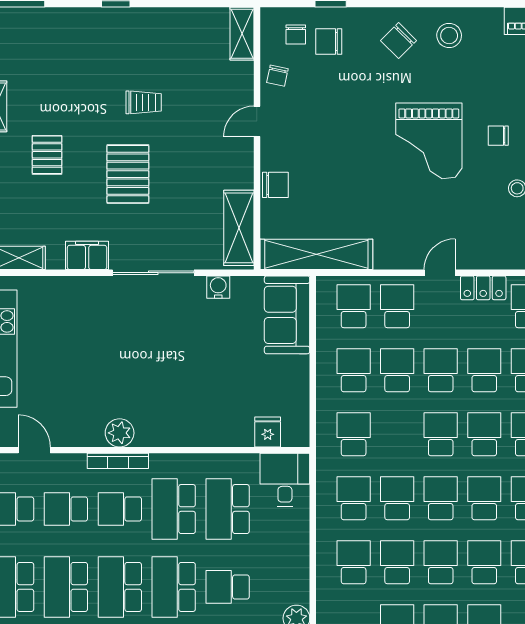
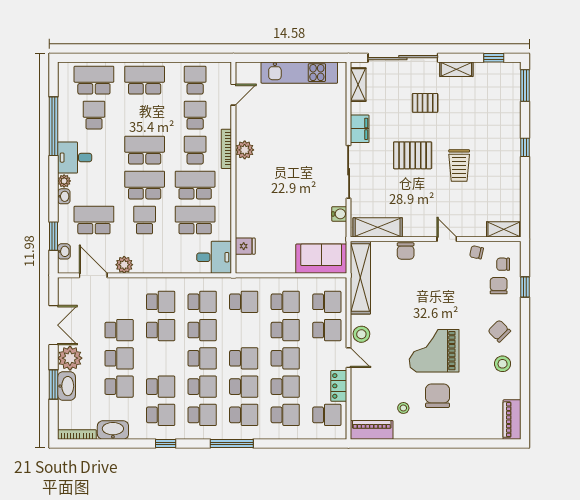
trolley: (144, 102) -> (459, 165), width x1.36, depth x1.39
chair: (498, 136) -> (437, 396), width x1.87, depth x1.87
stool: (403, 253) -> (361, 334), added
school desk: (441, 562) -> (161, 358), removed
school desk: (66, 587) -> (145, 115), removed

